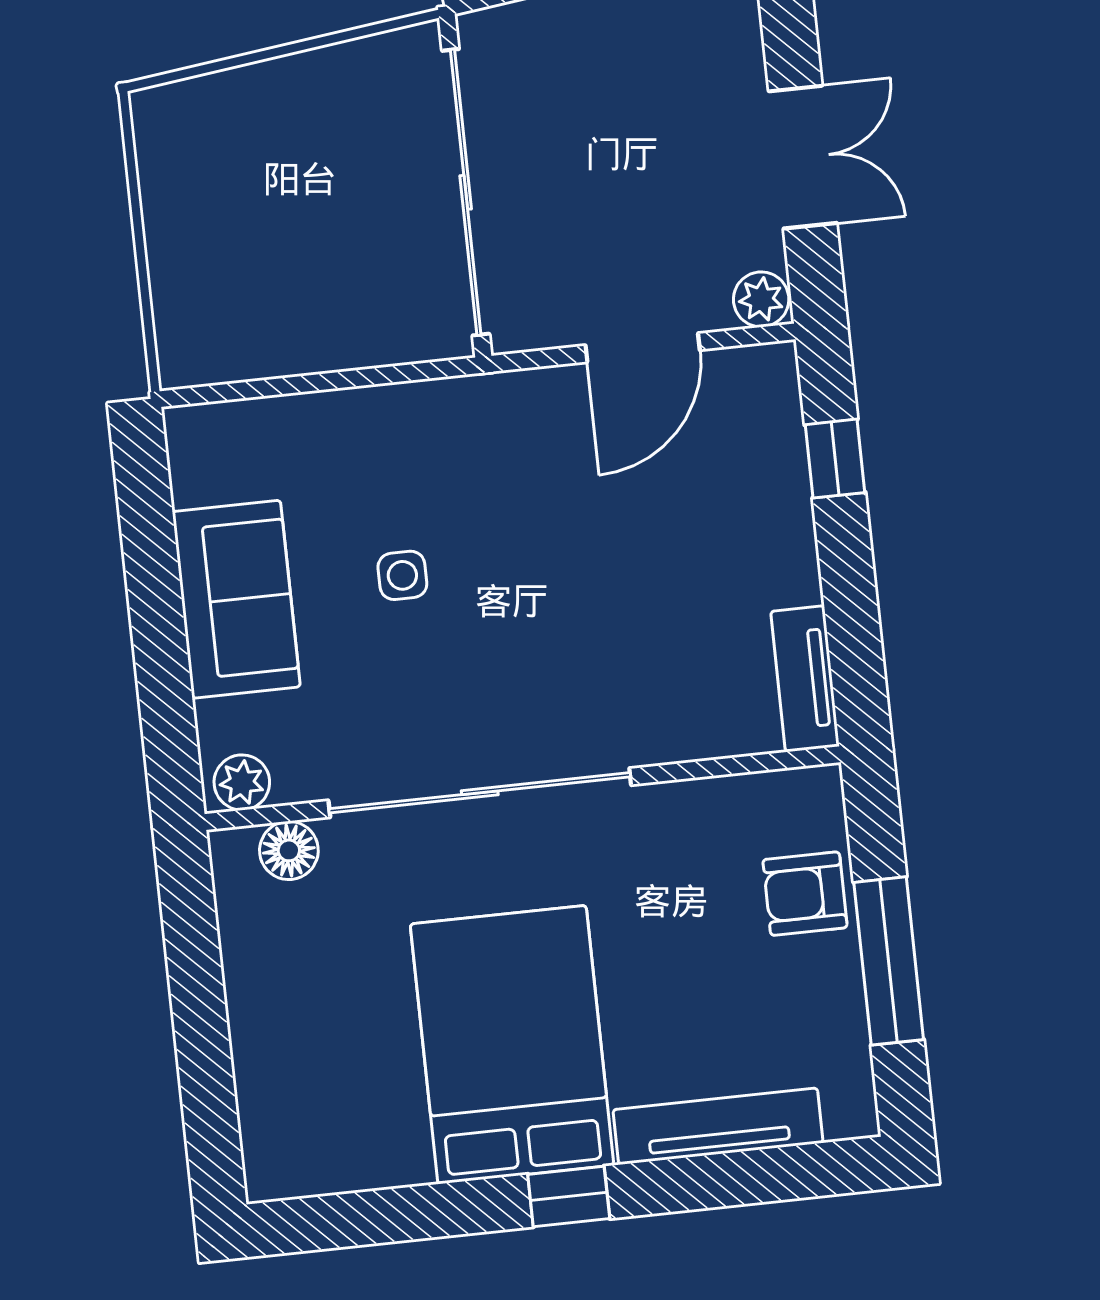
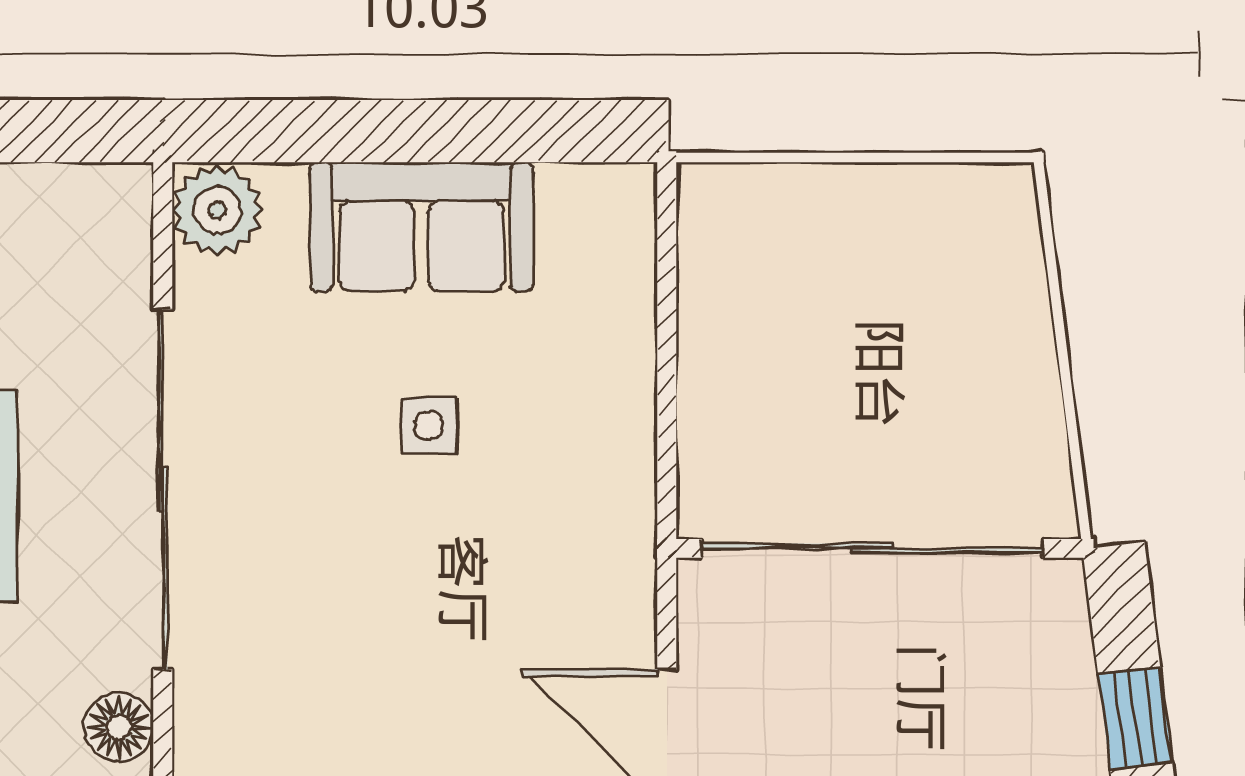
plant: (242, 782) -> (217, 210), width x1.38, depth x1.38
floor lamp: (289, 850) -> (119, 727), moved

